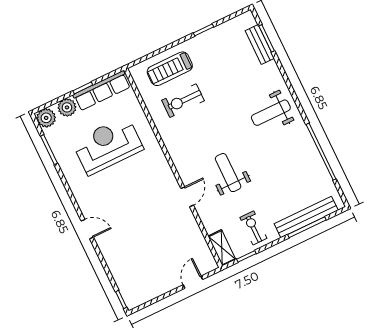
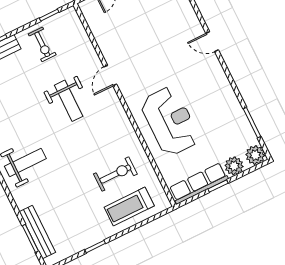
bench: (260, 45) -> (37, 232), width x1.36
treadmill: (170, 69) -> (129, 206), turned 180
reception desk: (108, 145) -> (170, 121), moved, turned -90
shelving: (222, 248) -> (74, 24), removed

